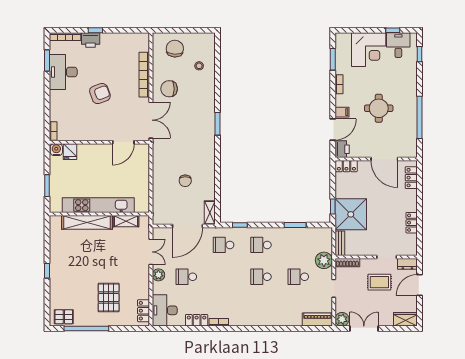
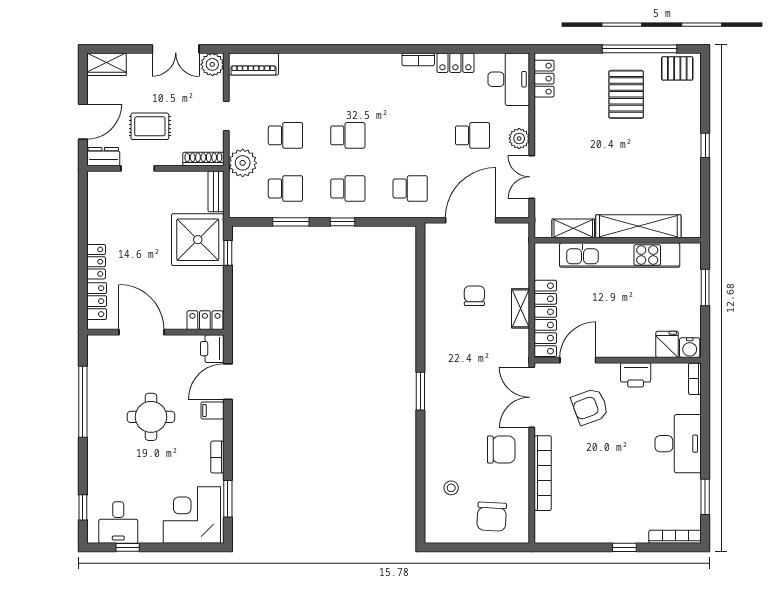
printer: (91, 40) -> (636, 375), moved, turned 180
corner desk: (369, 50) -> (192, 515), moved
desk: (63, 72) -> (678, 444), moved
armchair: (100, 94) -> (590, 407), moved
locker: (143, 167) -> (545, 318), added
shelving: (210, 213) -> (520, 308), moved
locker: (412, 223) -> (96, 262), moved
window: (240, 225) -> (342, 222), moved
school desk: (298, 245) -> (285, 188), added
pallet: (109, 298) -> (626, 94), moved

